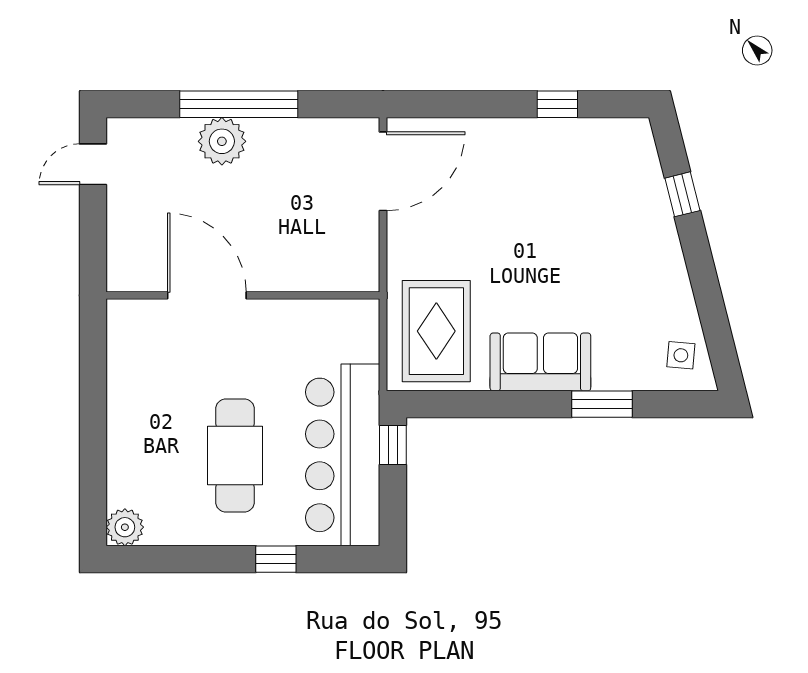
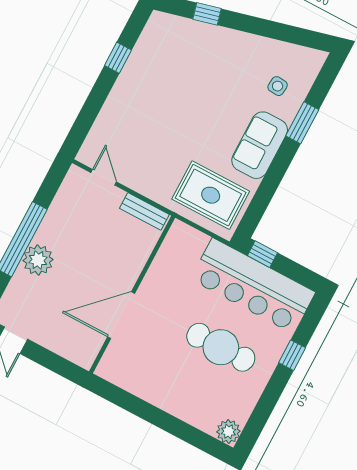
door: (383, 171) -> (104, 177), width x0.53
bench: (366, 252) -> (144, 211), added
side table: (681, 355) -> (278, 86), moved

